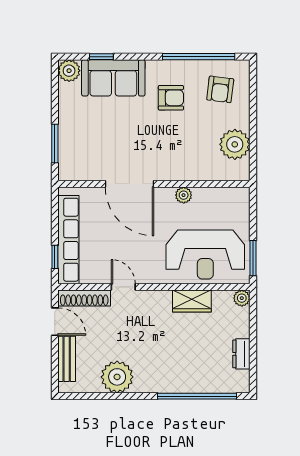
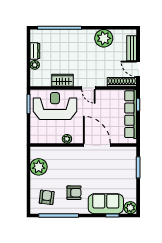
armchair: (171, 98) -> (74, 193), turned 180
door: (123, 287) -> (88, 88), moved
plant: (242, 298) -> (35, 65), moved

